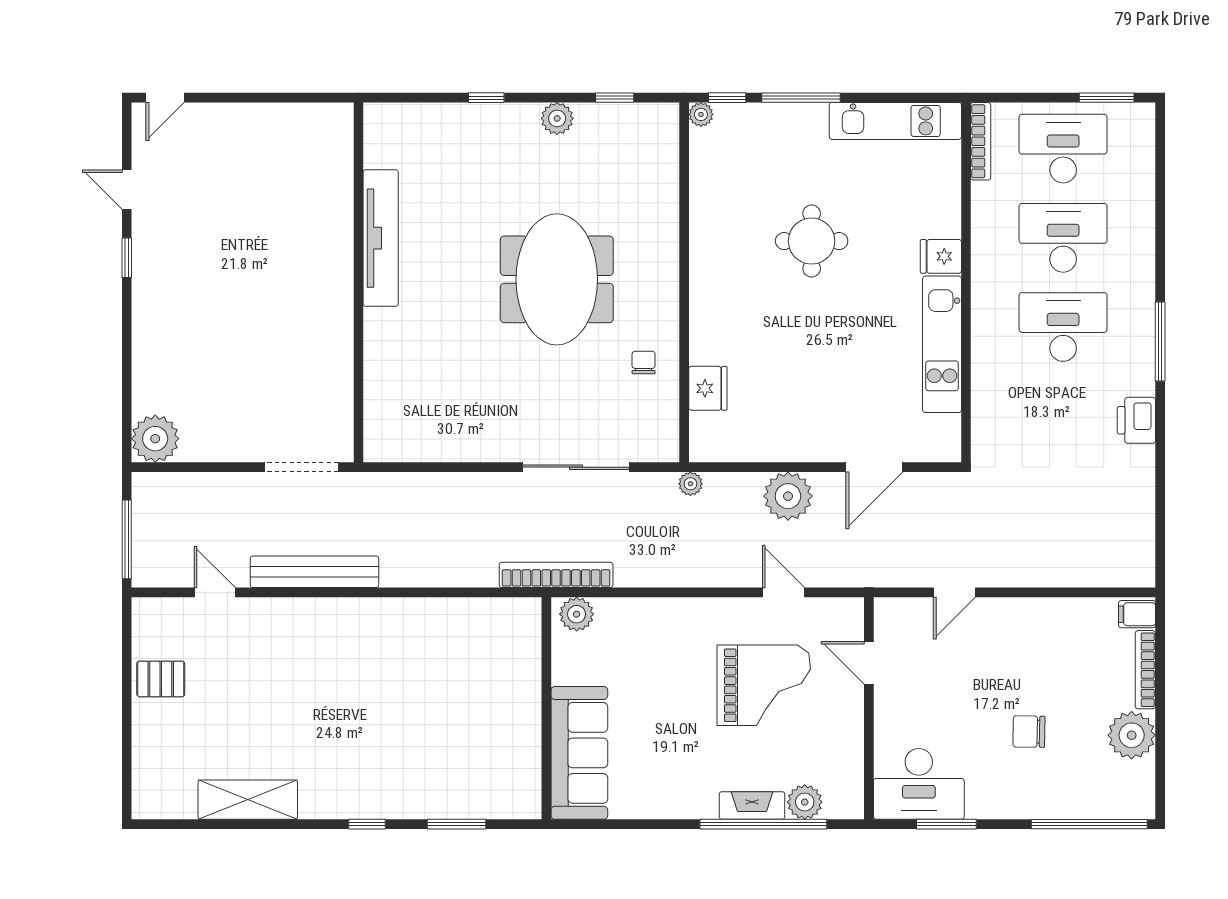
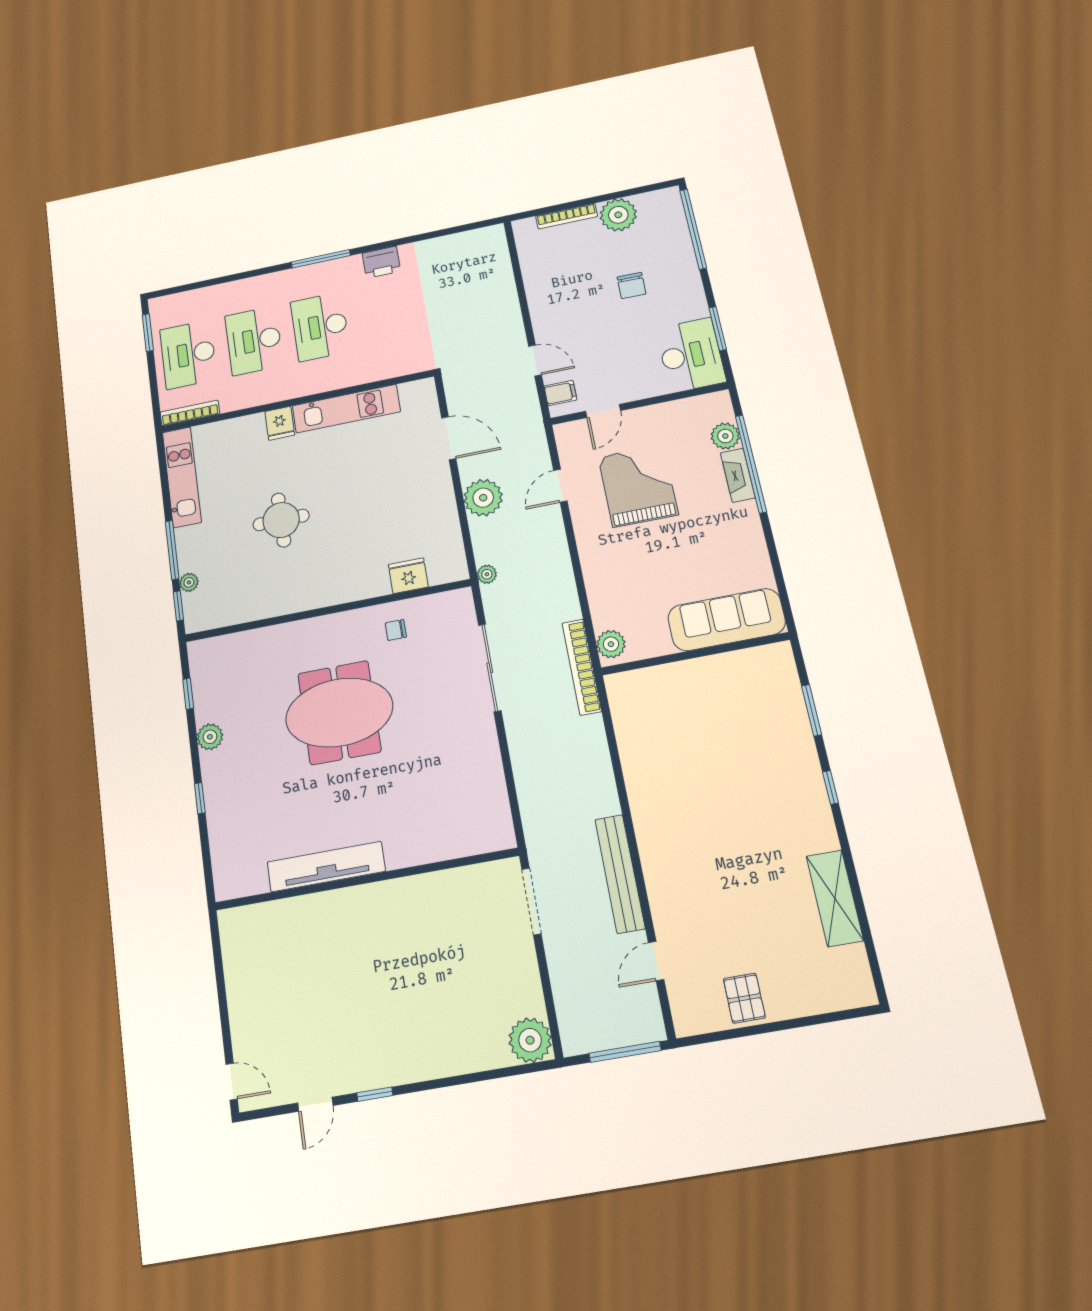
plant: (701, 114) -> (189, 582), moved
filing cabinet: (1137, 614) -> (560, 393), moved, turned -90

